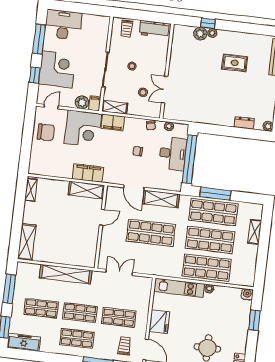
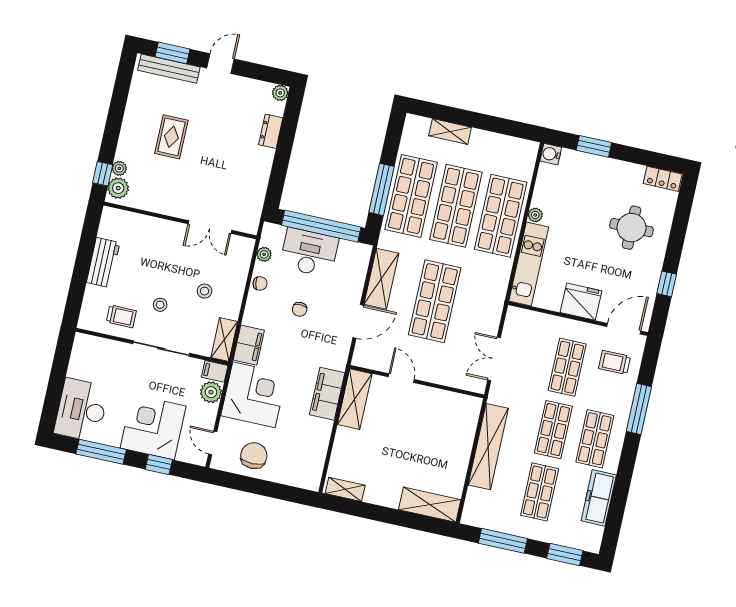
trolley: (127, 29) -> (121, 316), moved
wall: (167, 71) -> (180, 220), moved
double door: (165, 90) -> (210, 227), moved
freezer: (24, 342) -> (599, 498), moved

